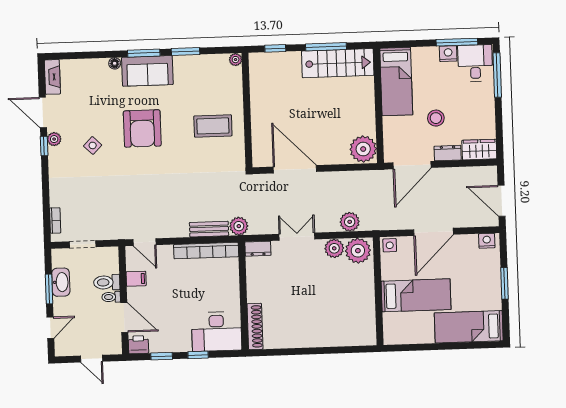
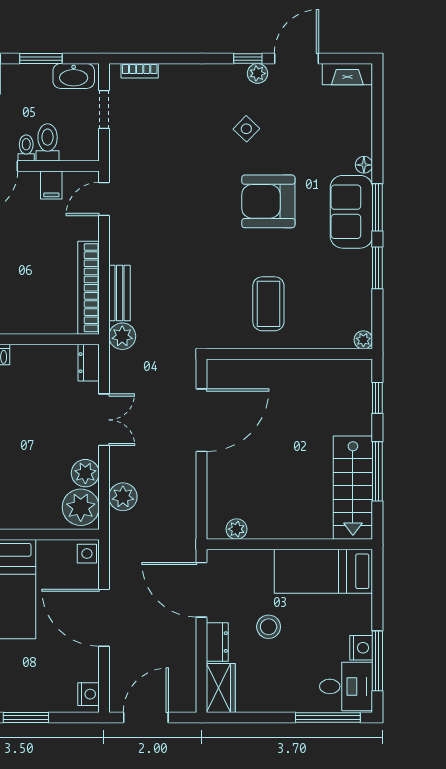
plant: (363, 149) -> (237, 529), width x0.53, depth x0.53
washbasin: (61, 282) -> (74, 76), moved

